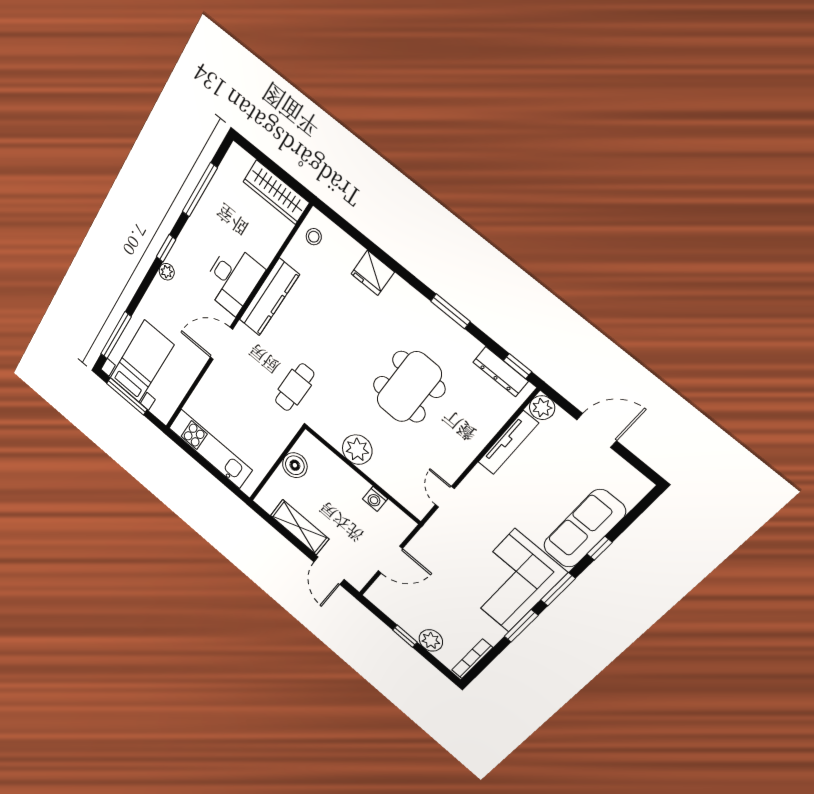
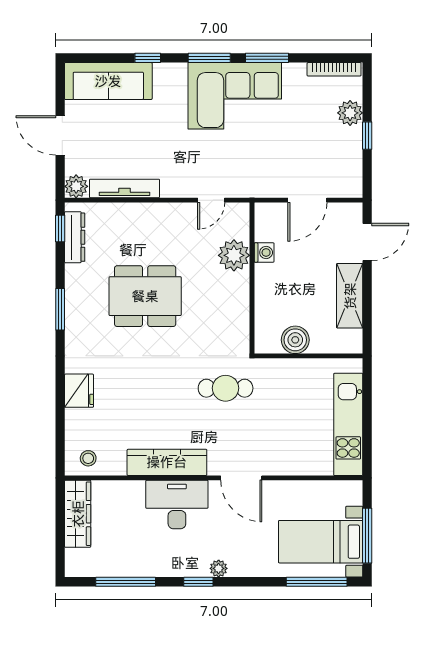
plant: (357, 450) -> (234, 255), moved
sofa: (584, 529) -> (108, 81), moved
door: (390, 560) -> (307, 200), swing flipped

